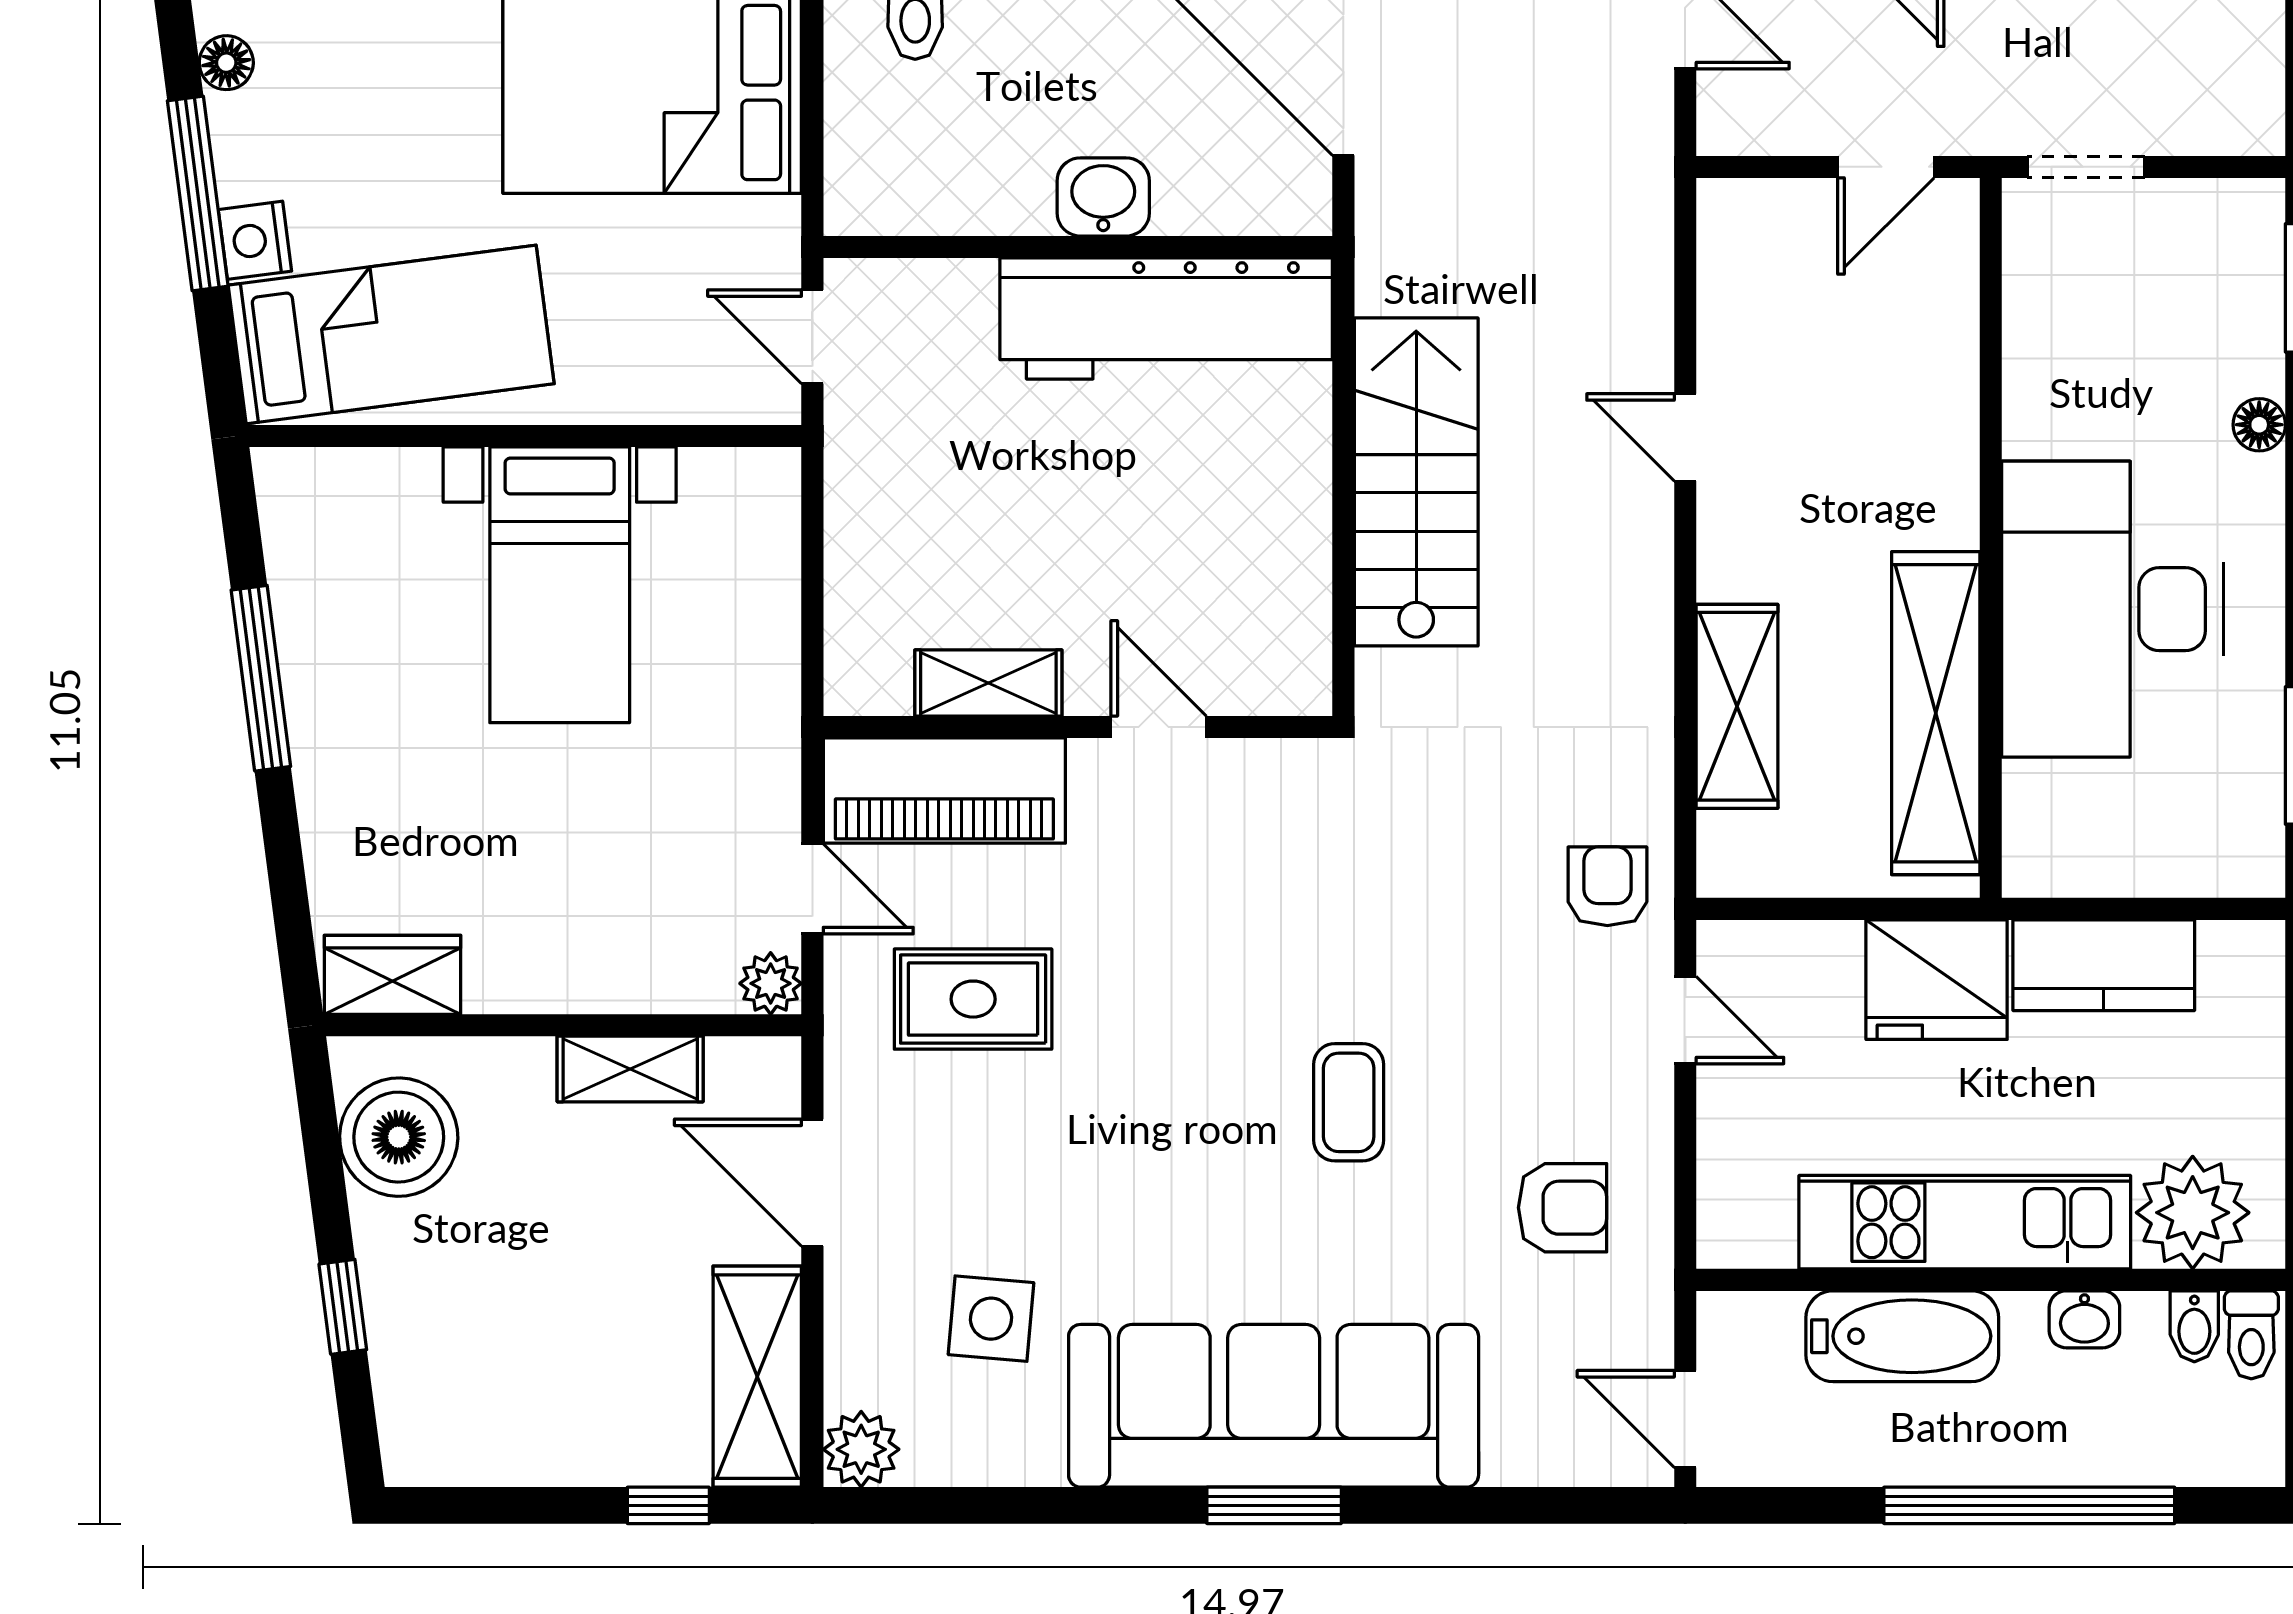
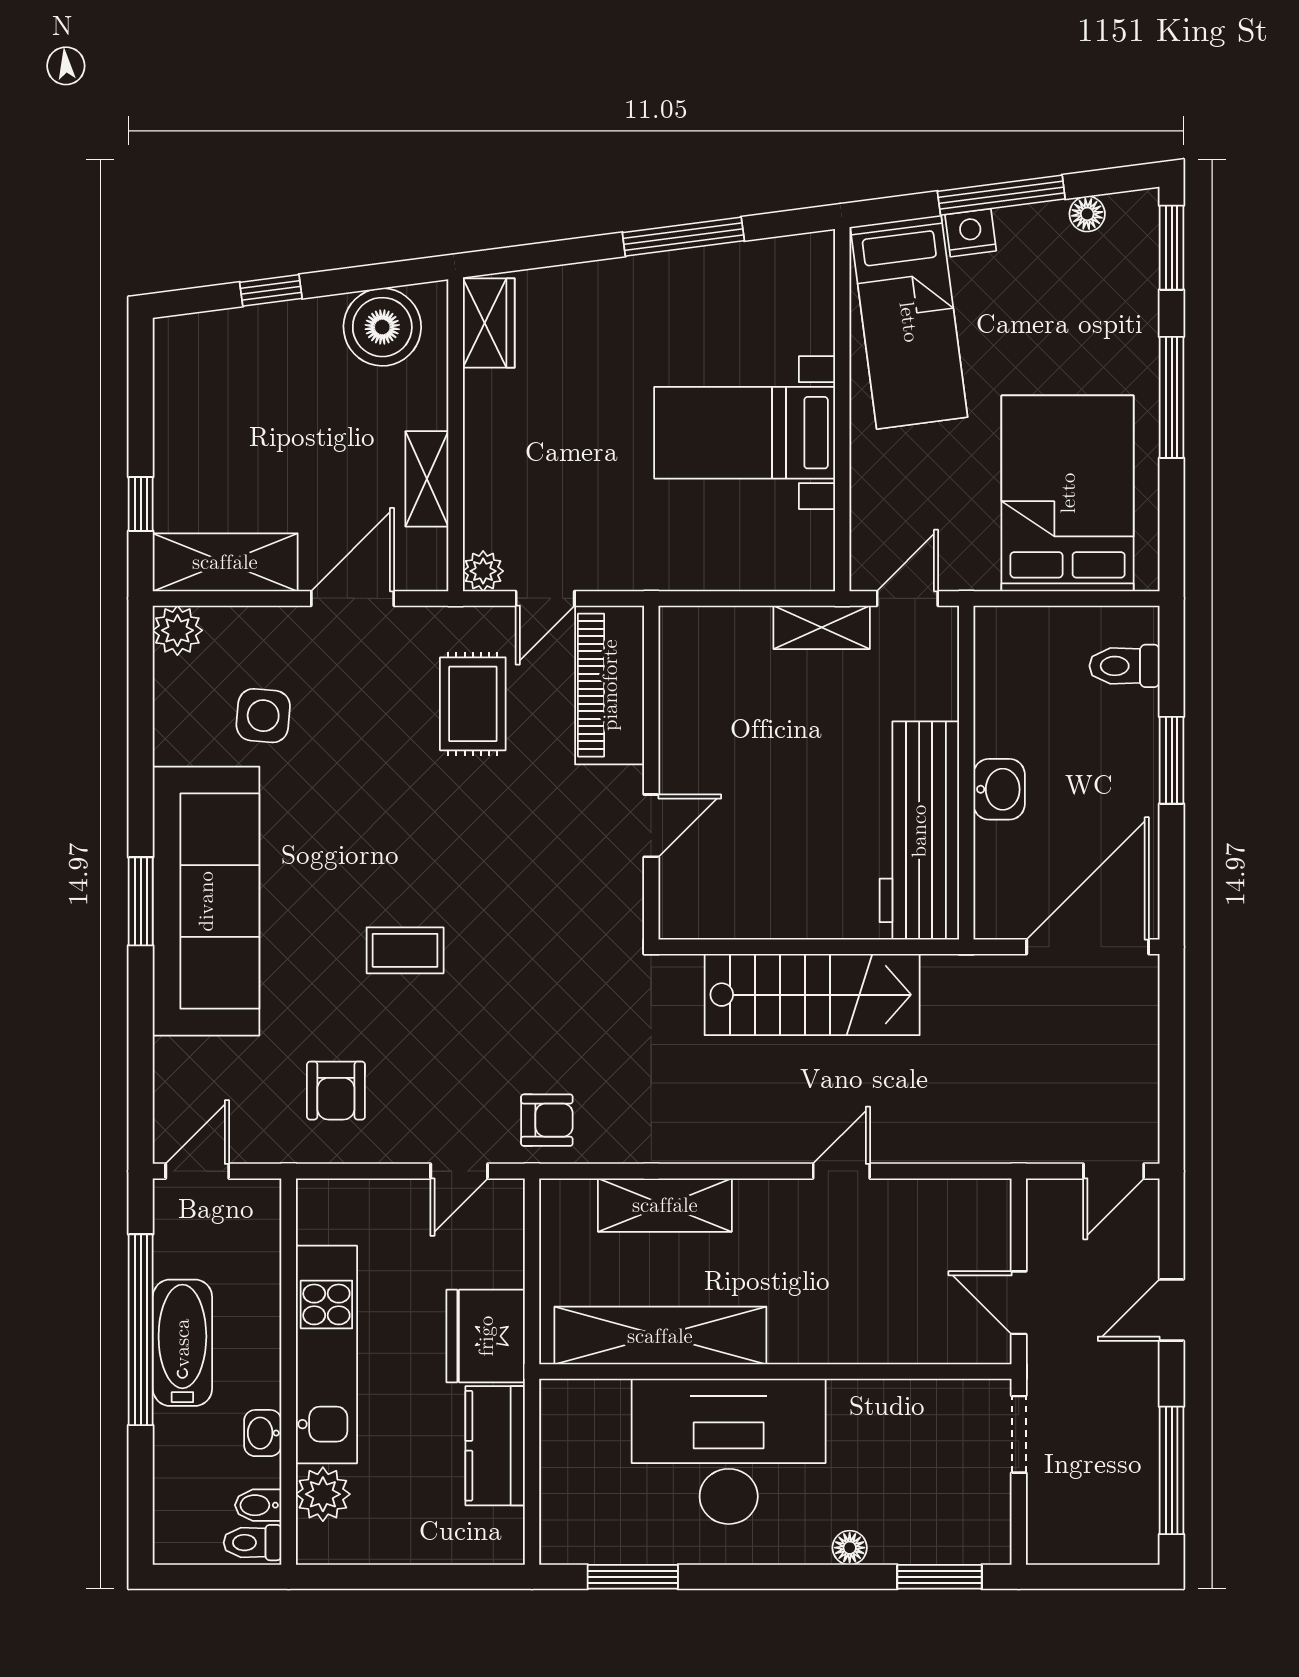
shelving: (988, 683) -> (822, 627), moved, turned 90
plant: (2193, 1213) -> (323, 1494), width x0.73, depth x0.73
bathtub: (1902, 1336) -> (182, 1343), moved, turned 180
window: (2029, 1505) -> (141, 1330), moved

